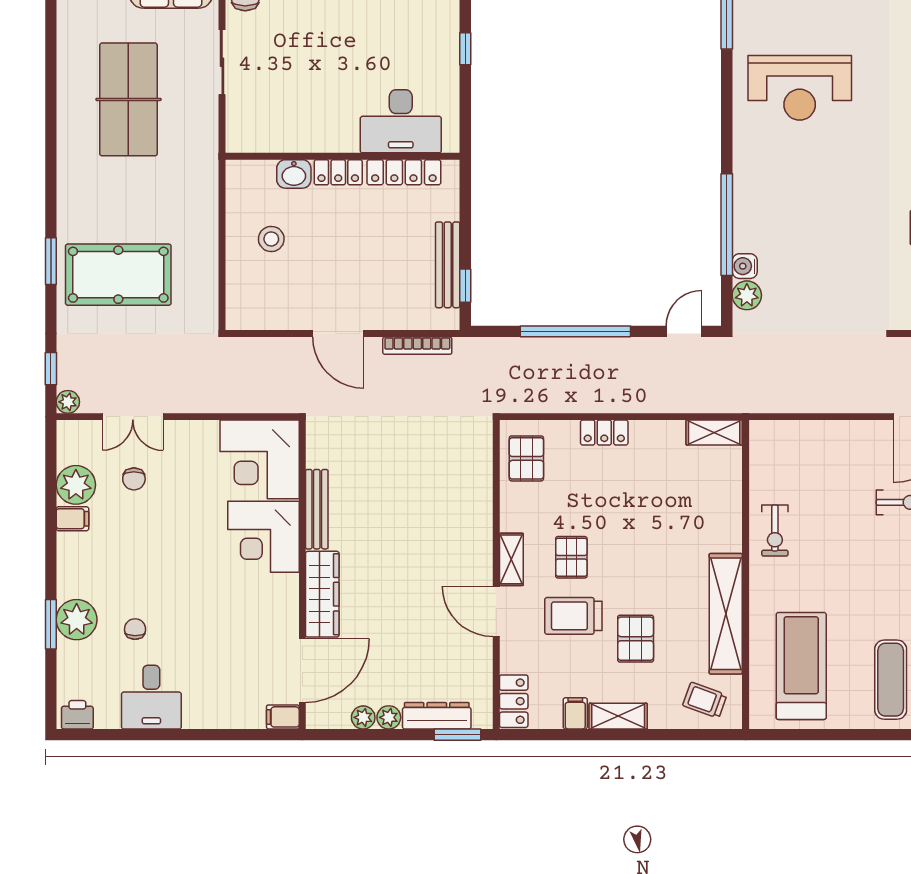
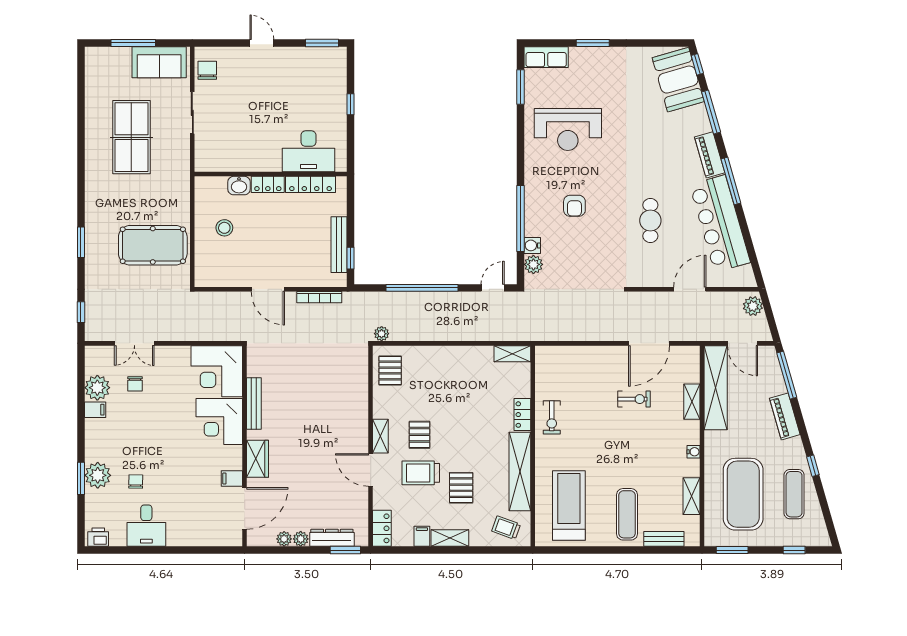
armchair: (810, 205) -> (574, 206), added
pool table: (118, 275) -> (153, 245), moved
plant: (68, 402) -> (382, 334), moved
locker: (604, 433) -> (522, 415), moved, turned 90
wardrobe: (322, 594) -> (257, 459), width x0.67
filing cabinet: (283, 717) -> (232, 479), moved

